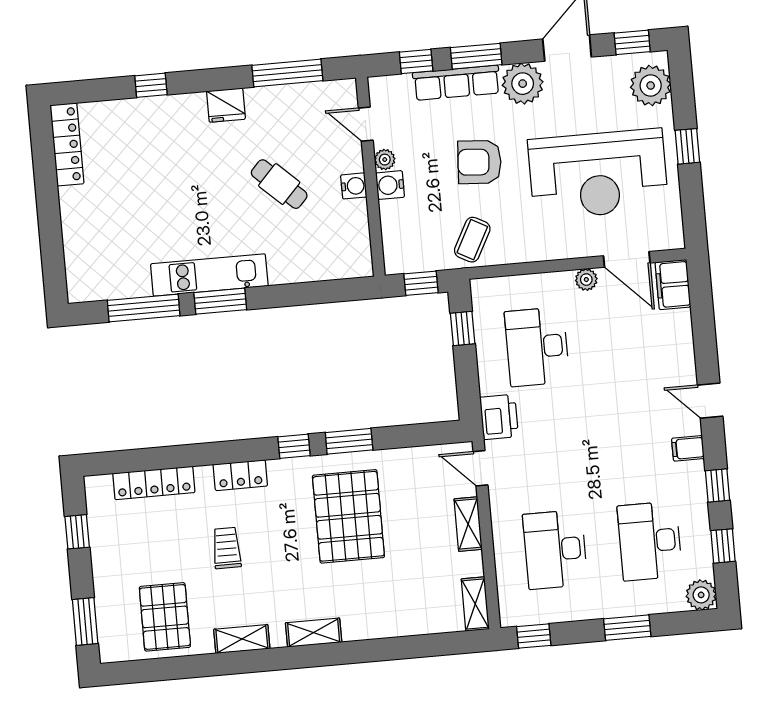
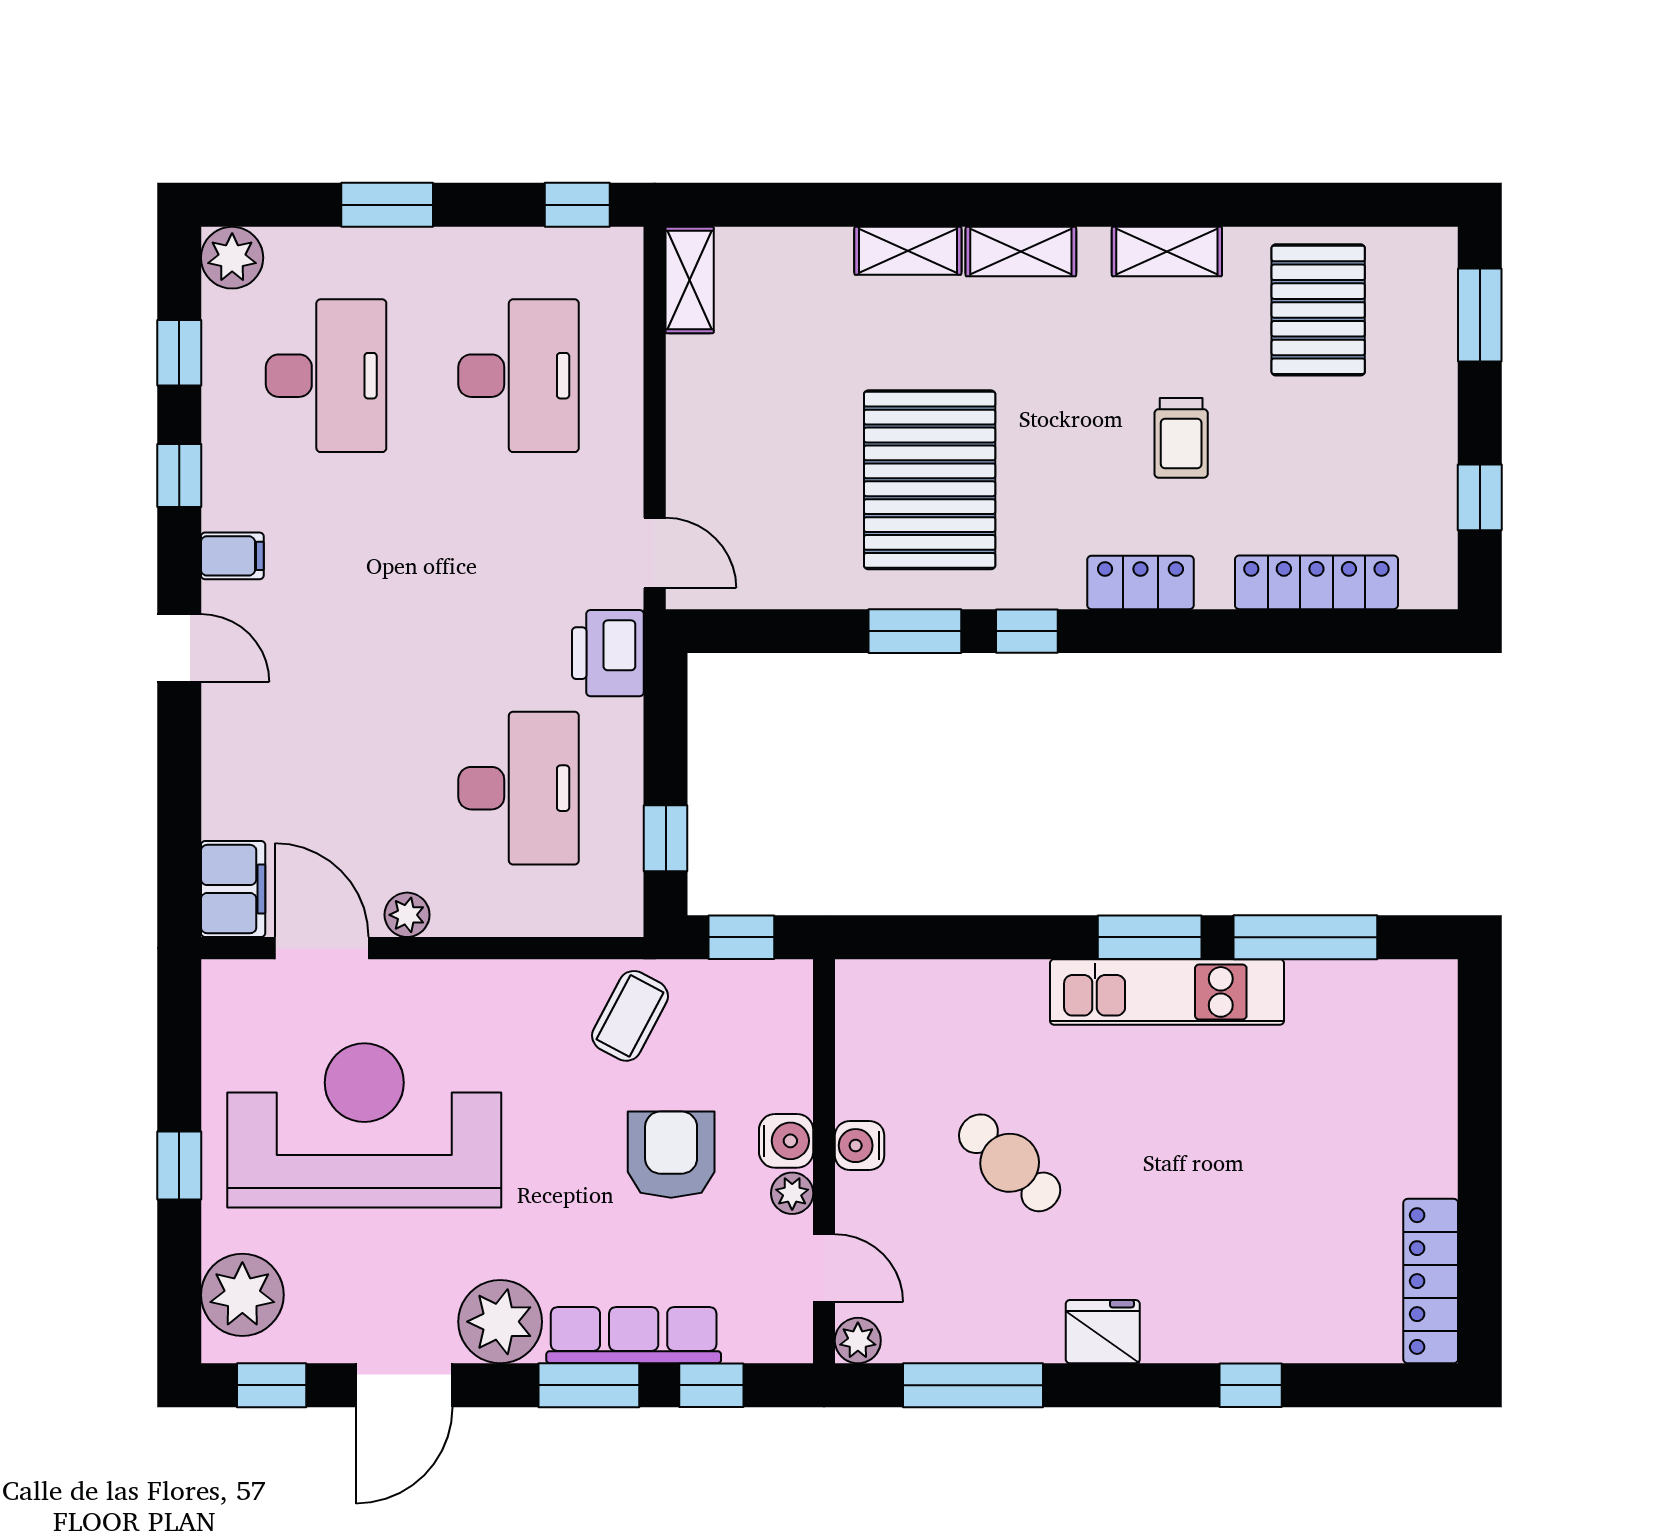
plant: (346, 90) -> (858, 1341), added
armchair: (479, 162) -> (671, 1155), moved, turned -94
shelving: (468, 524) -> (908, 251), moved, turned 90

